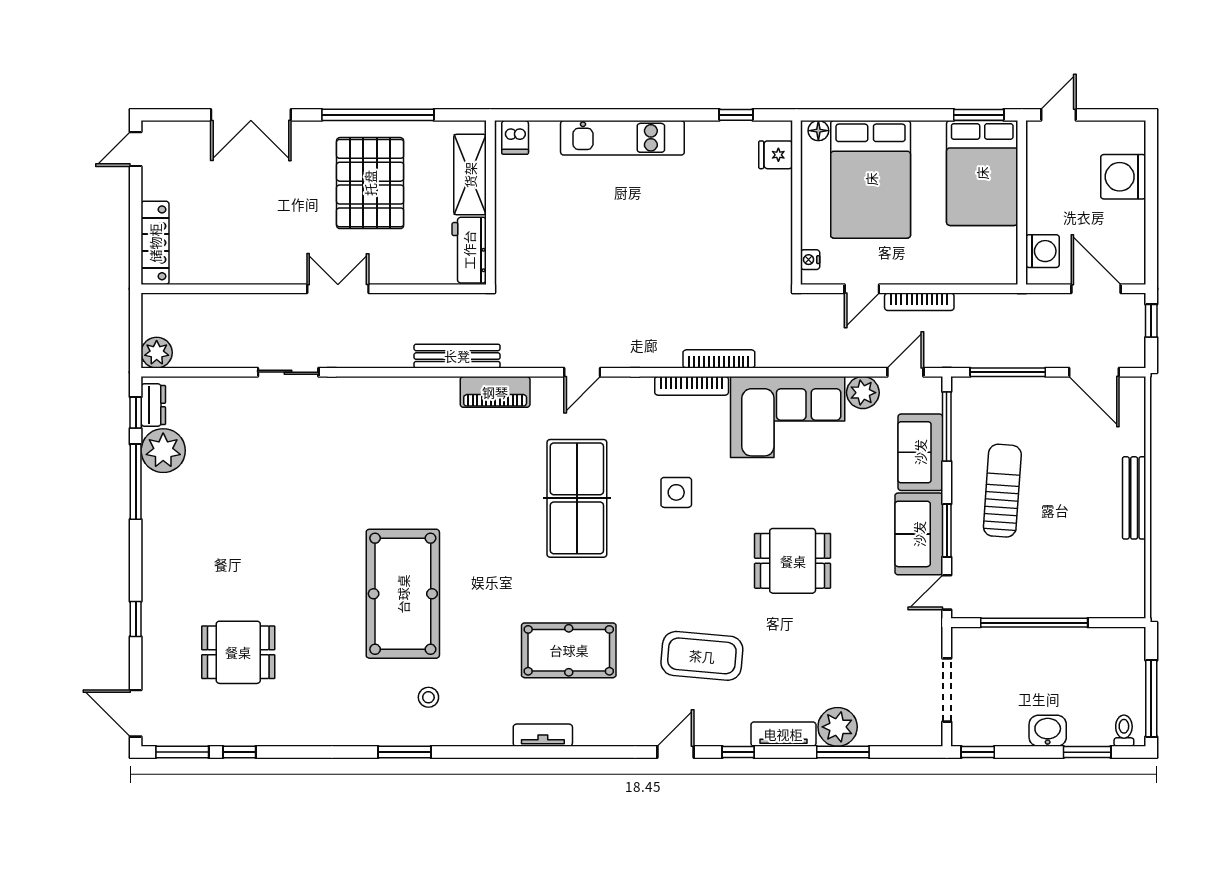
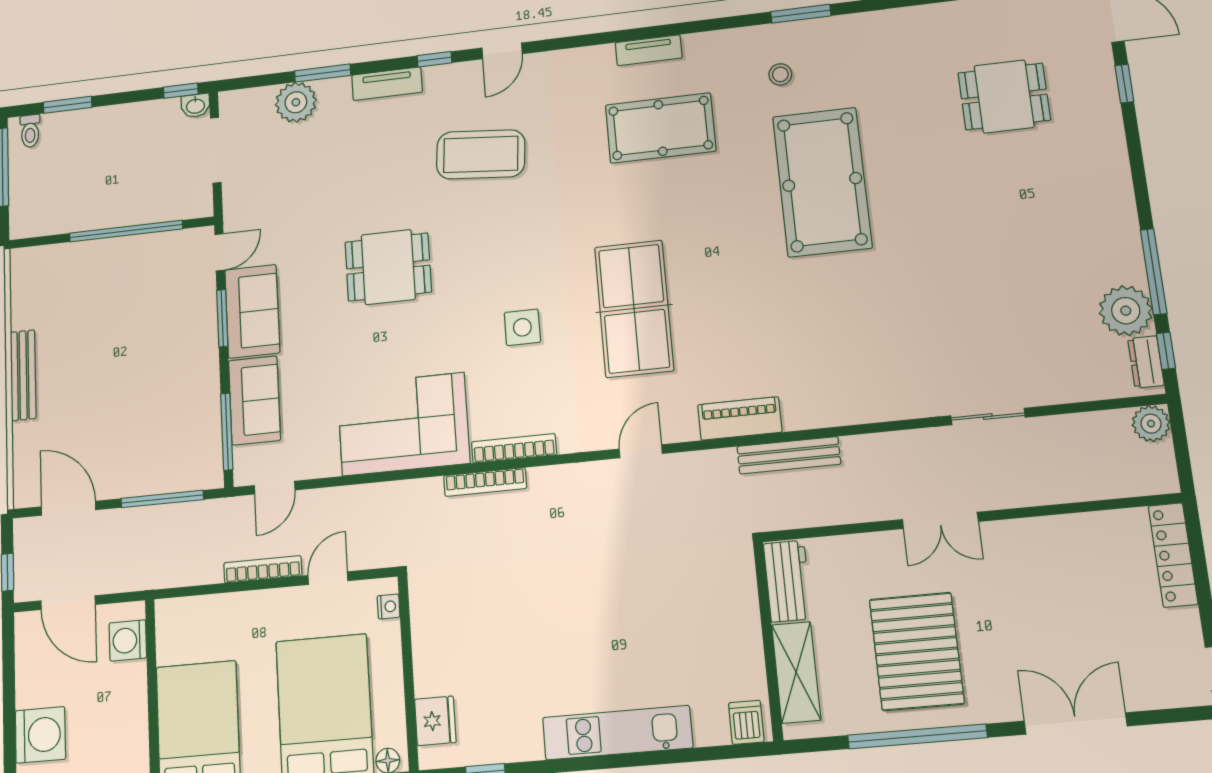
fridge: (776, 155) -> (435, 721), width x1.38
plant: (863, 393) -> (321, 460), removed
sun lounger: (1002, 491) -> (164, 368), removed
window: (136, 619) -> (1124, 84), moved
pool table: (569, 650) -> (661, 128), moved
plant: (838, 727) -> (296, 102), moved
washbasin: (1048, 731) -> (195, 106), moved, width x0.72, depth x0.69

